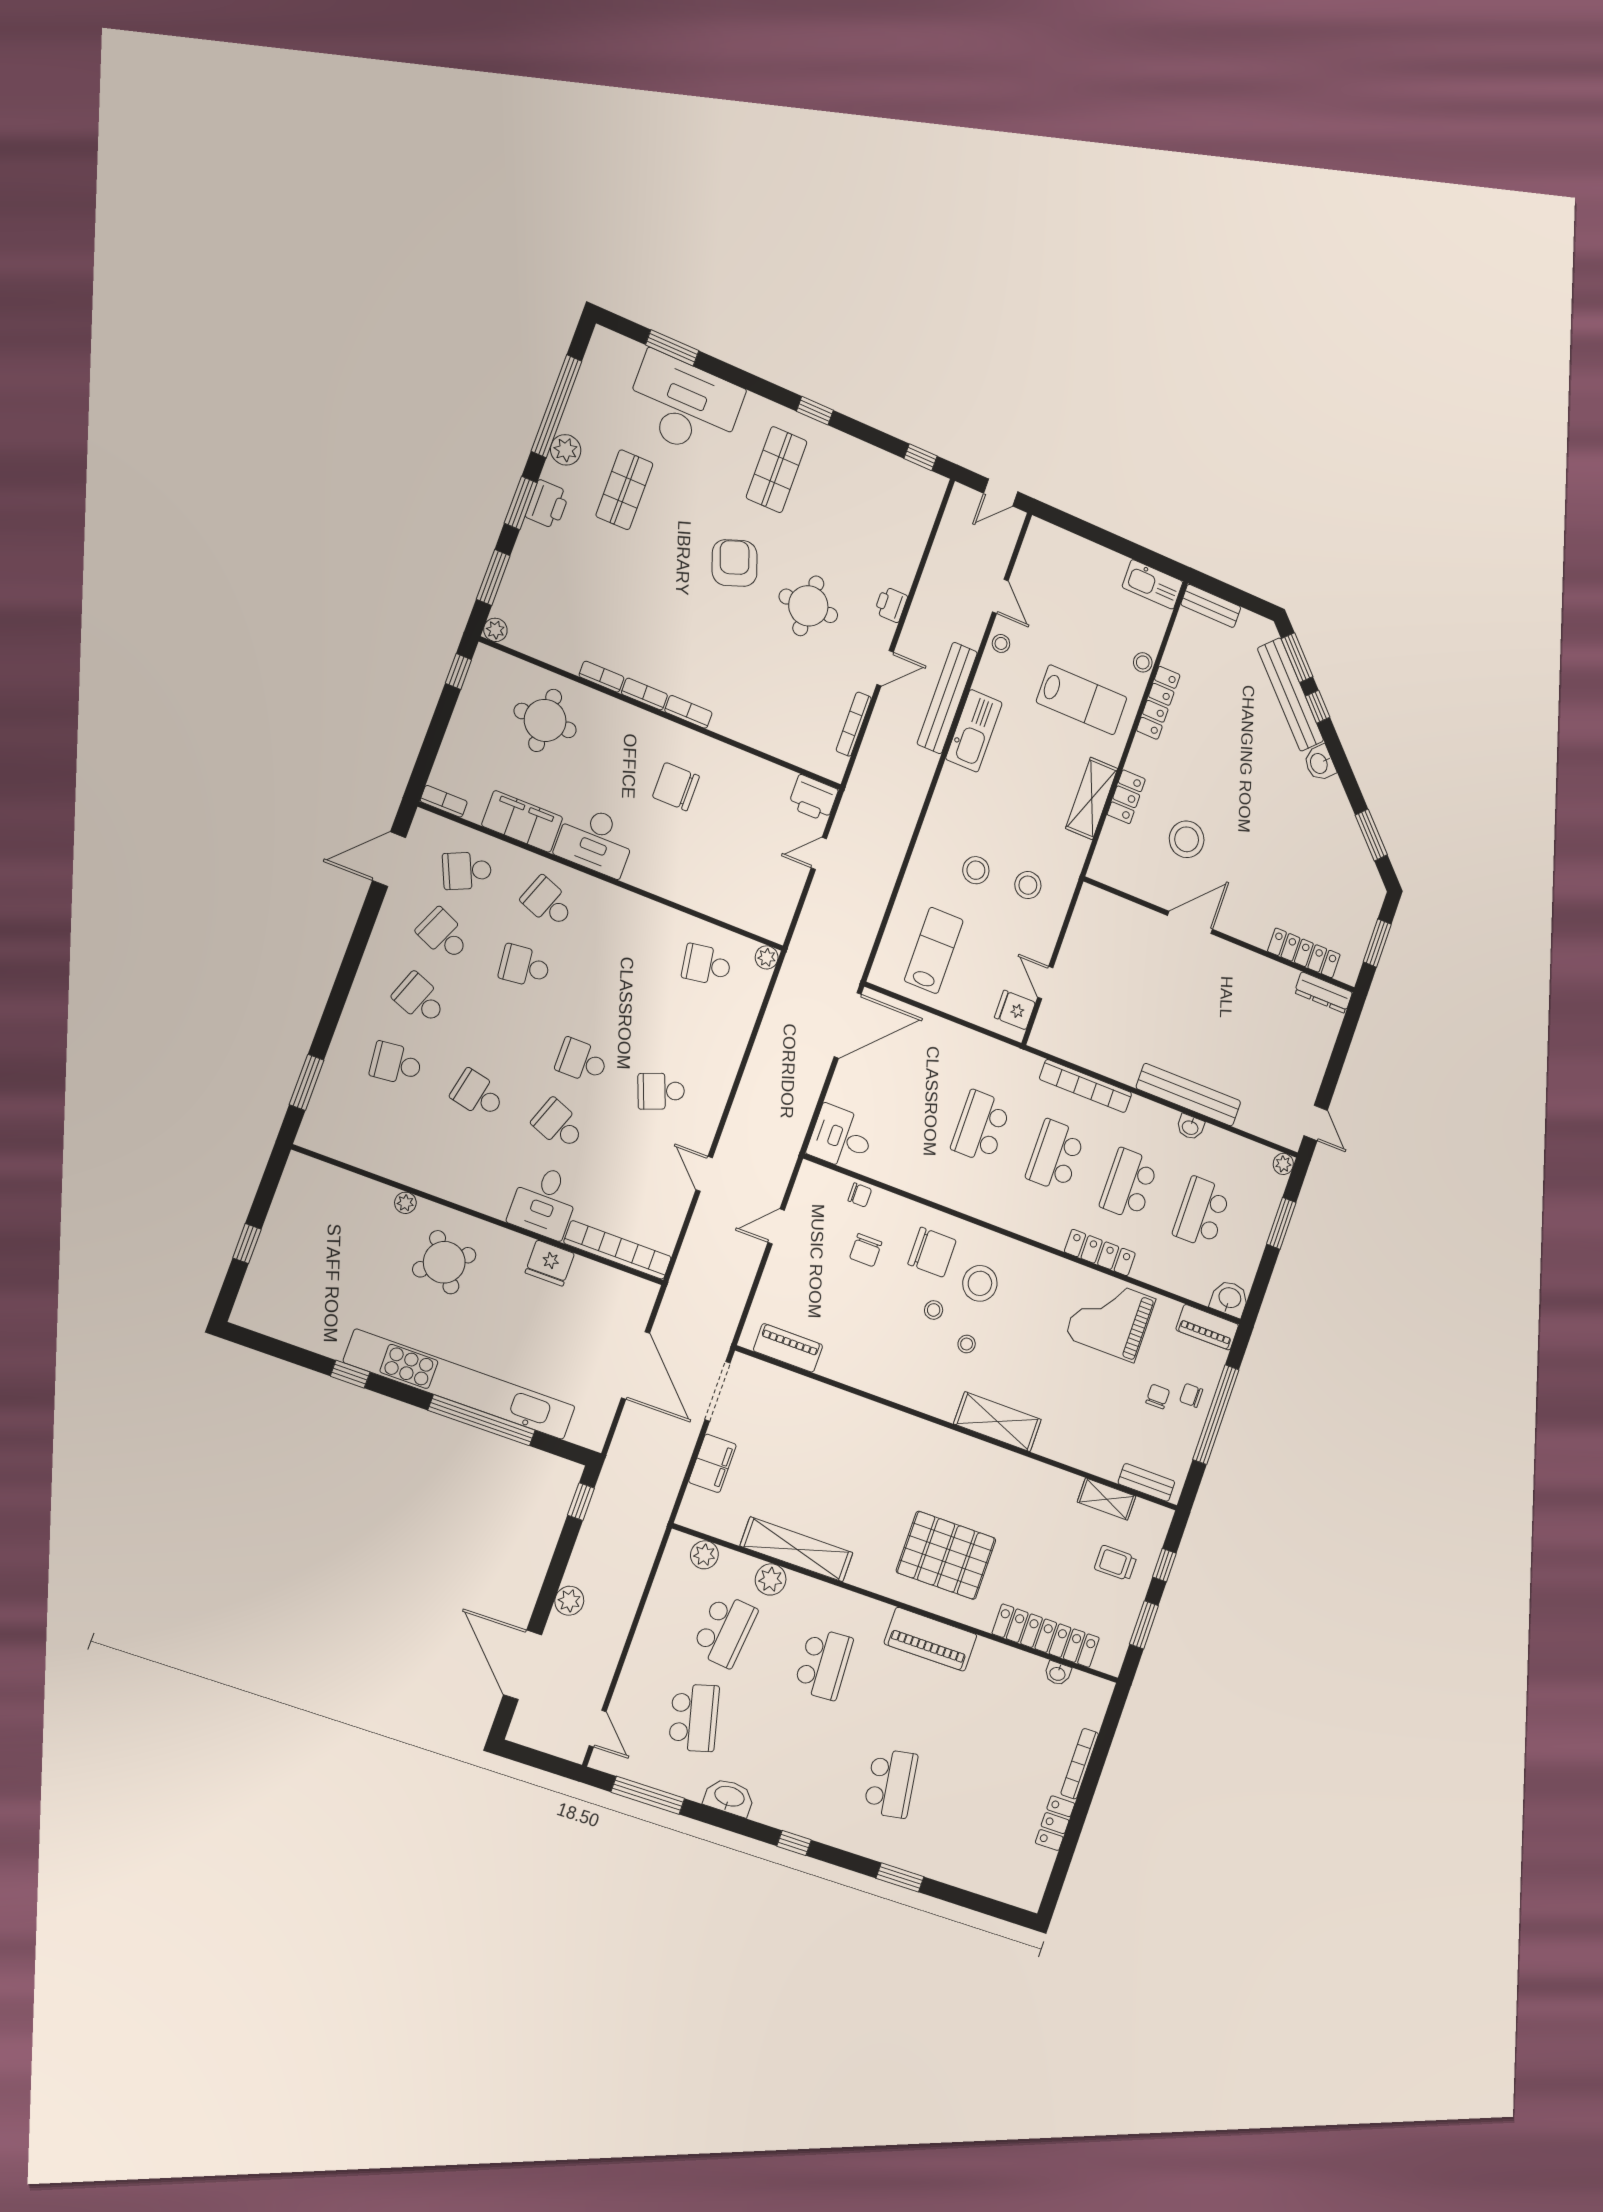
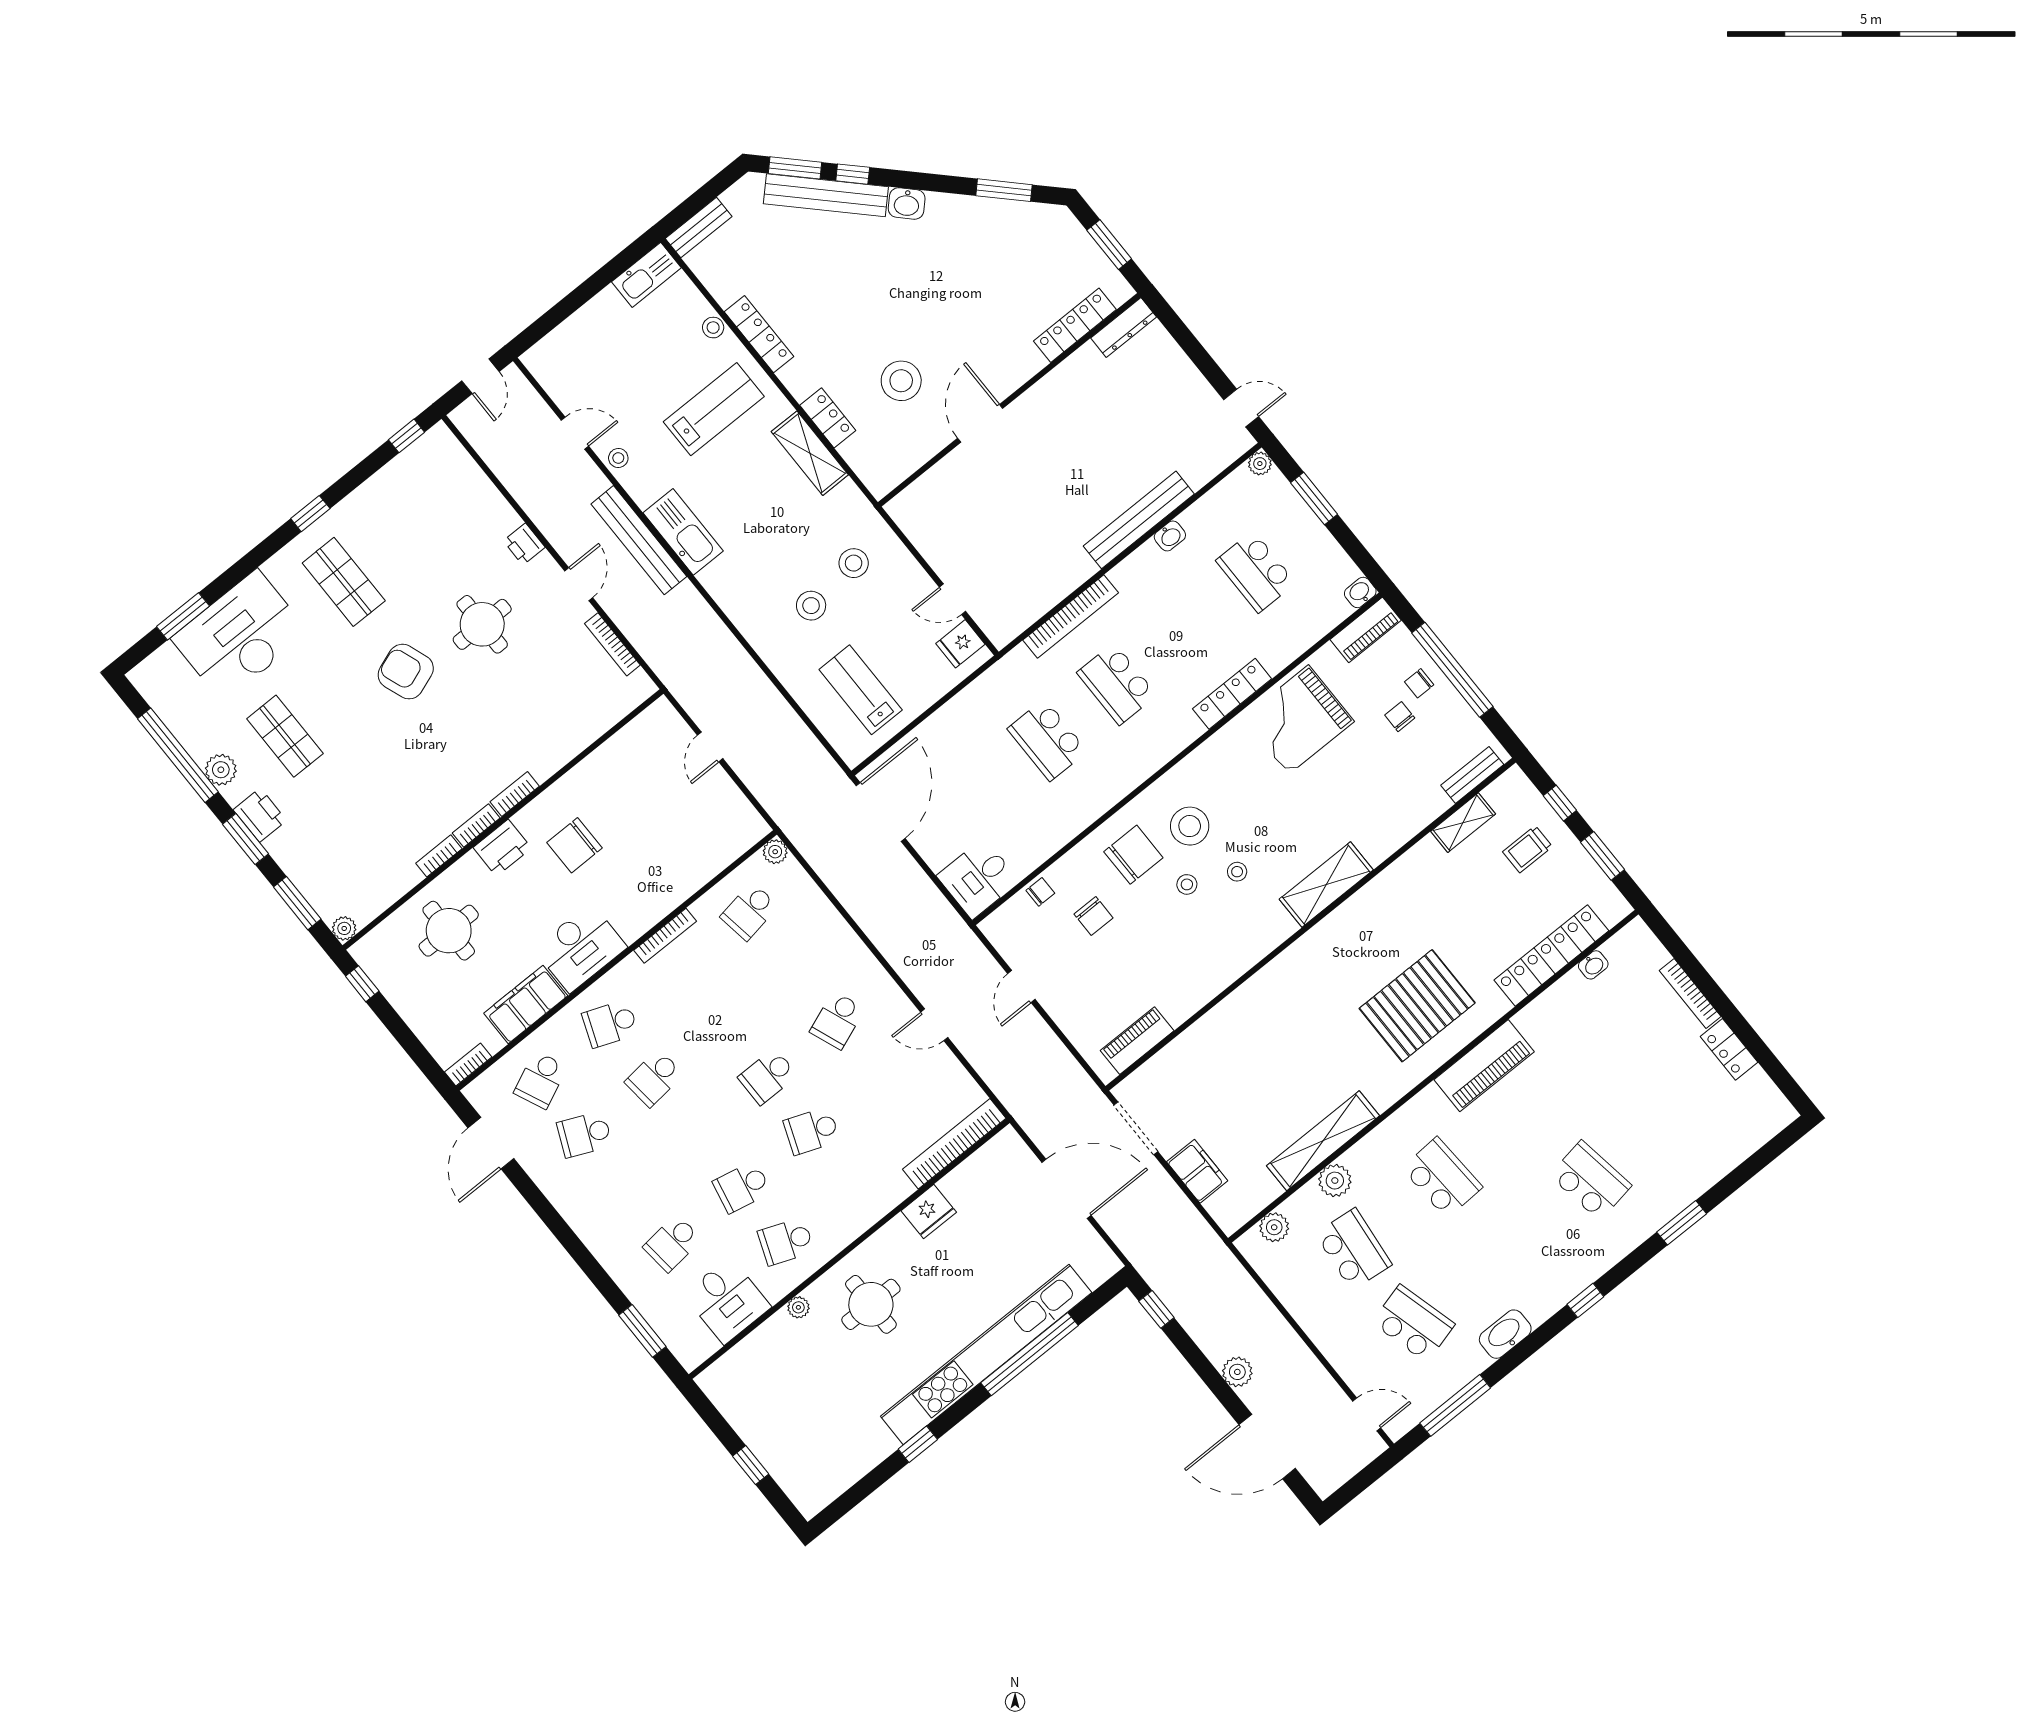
printer: (813, 798) -> (502, 848), moved
bookcase: (646, 906) -> (665, 936), added
school desk: (420, 999) -> (786, 1241), moved
school desk: (1129, 1184) -> (1186, 628), removed
desk: (544, 1202) -> (727, 1301), moved
round table: (444, 1262) -> (871, 1304), turned 36
washbasin: (1230, 1299) -> (1360, 592), width x0.72, depth x0.69

